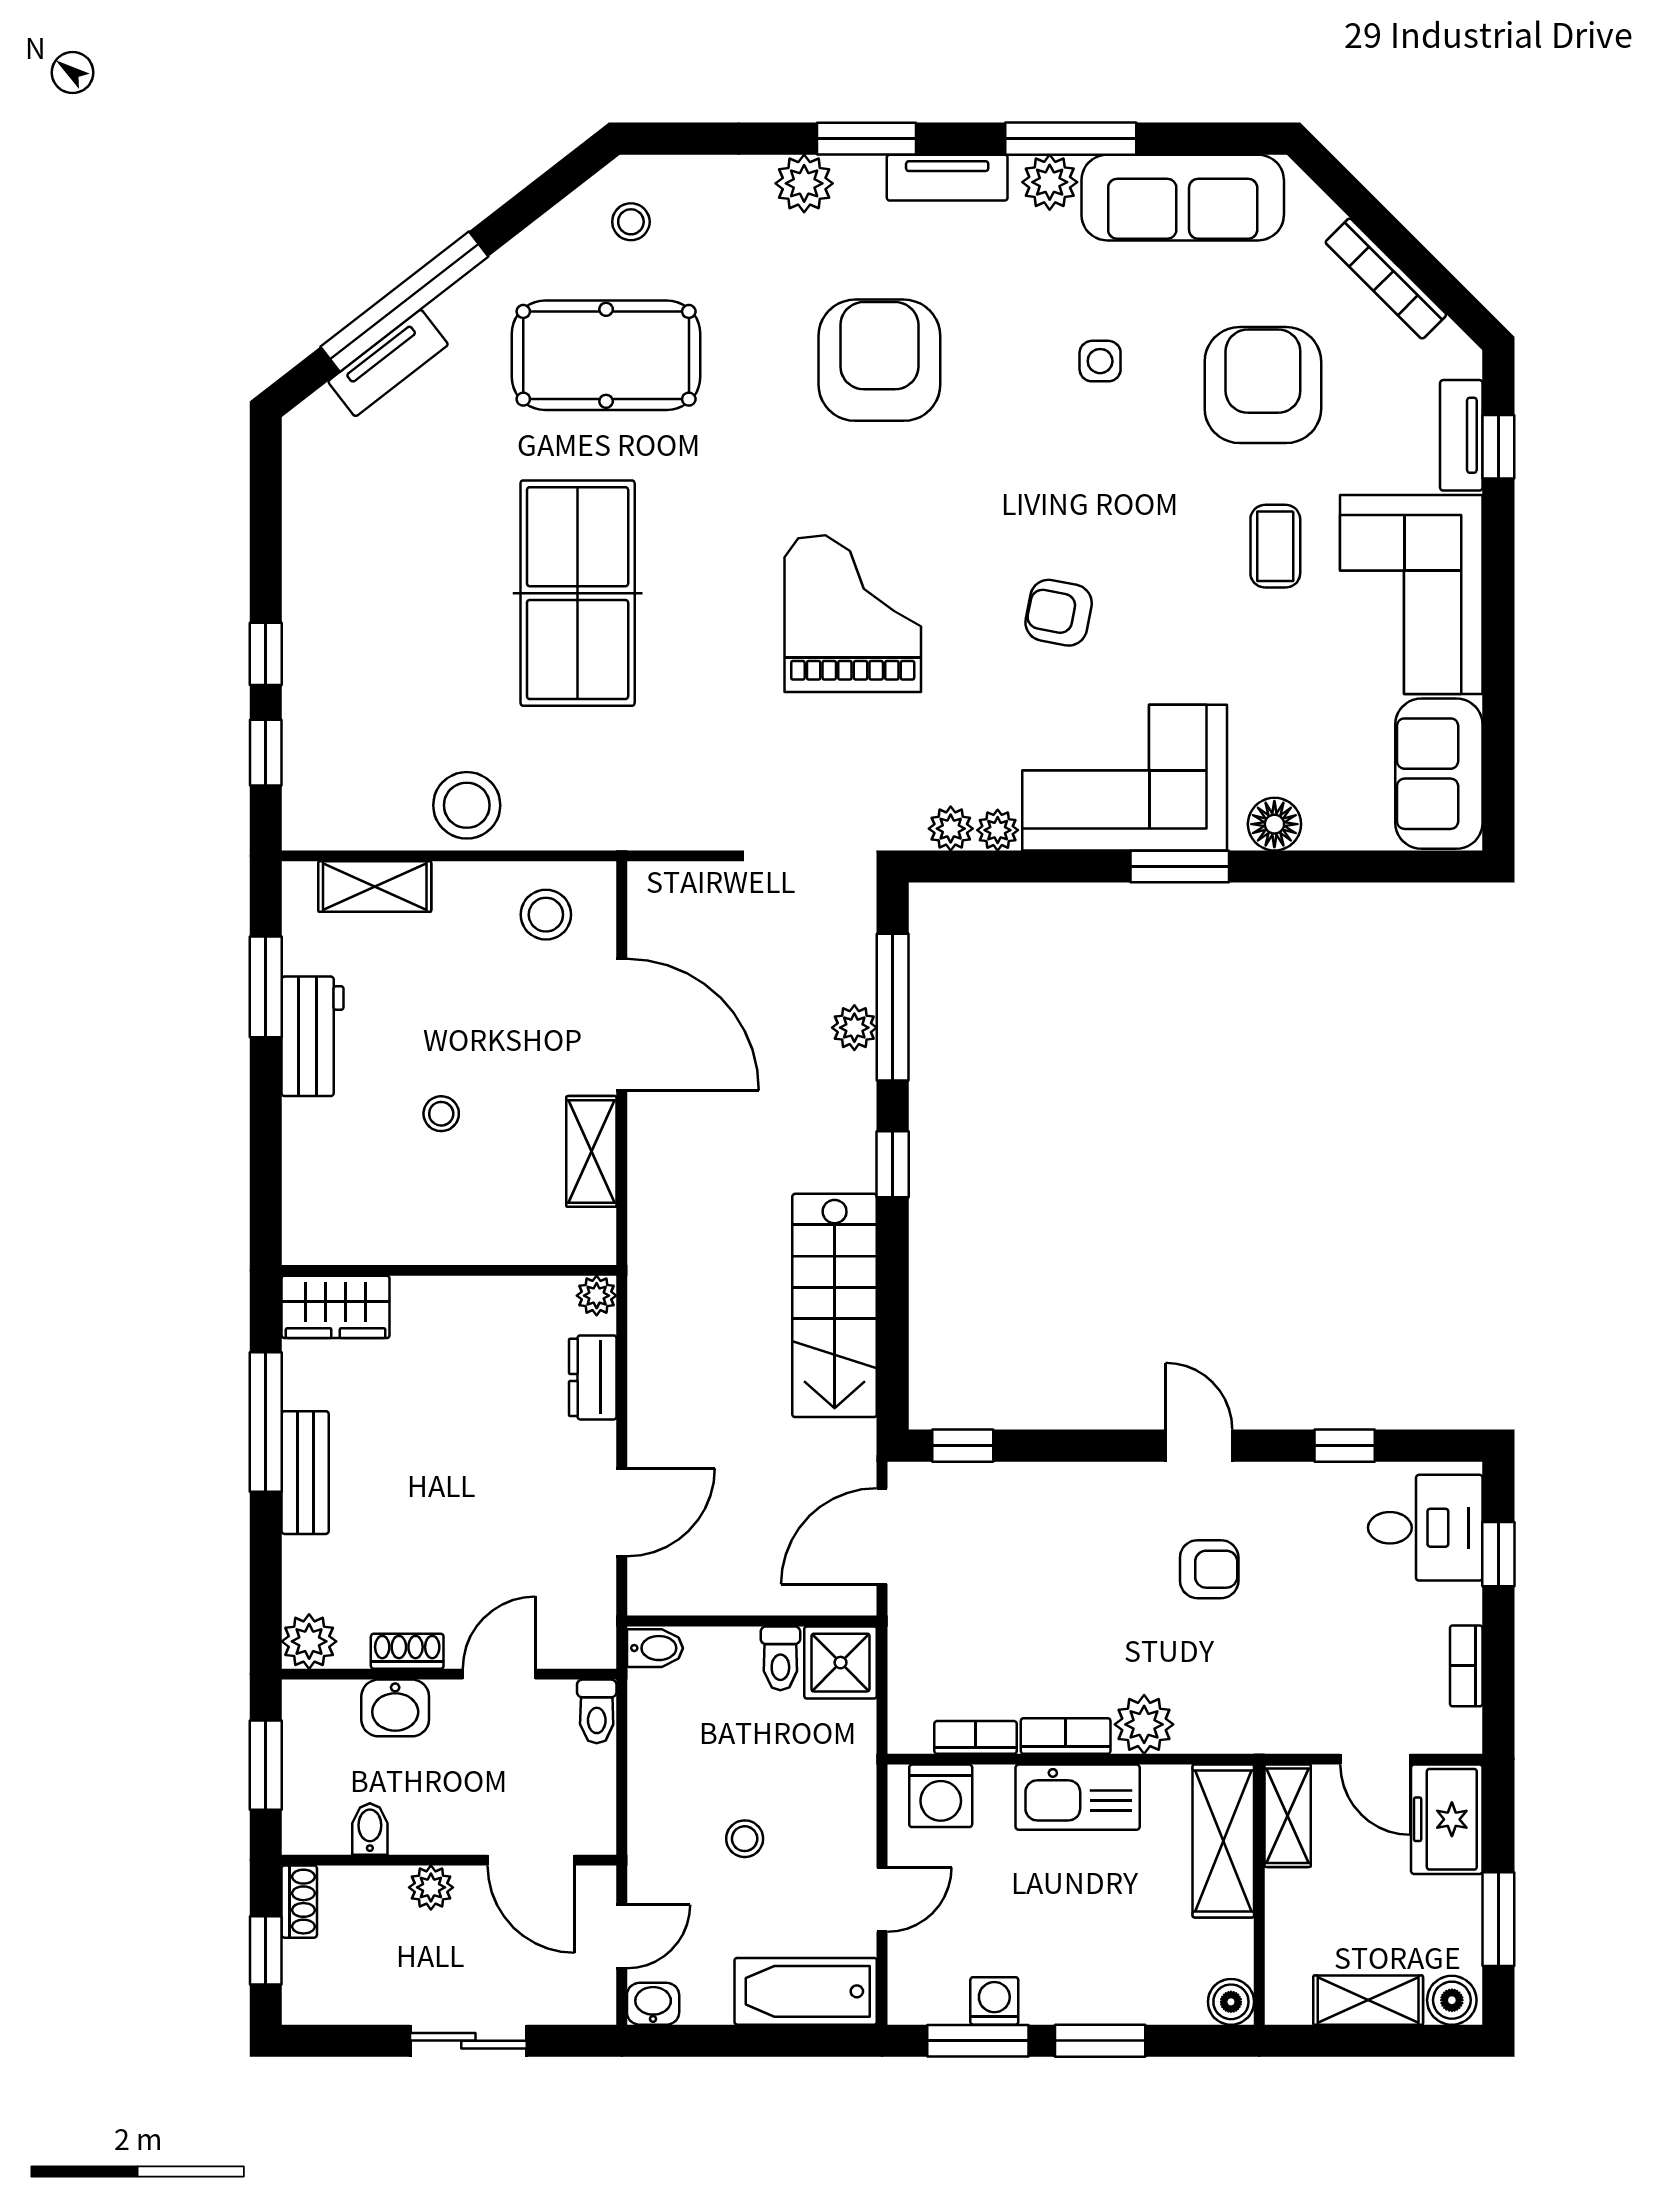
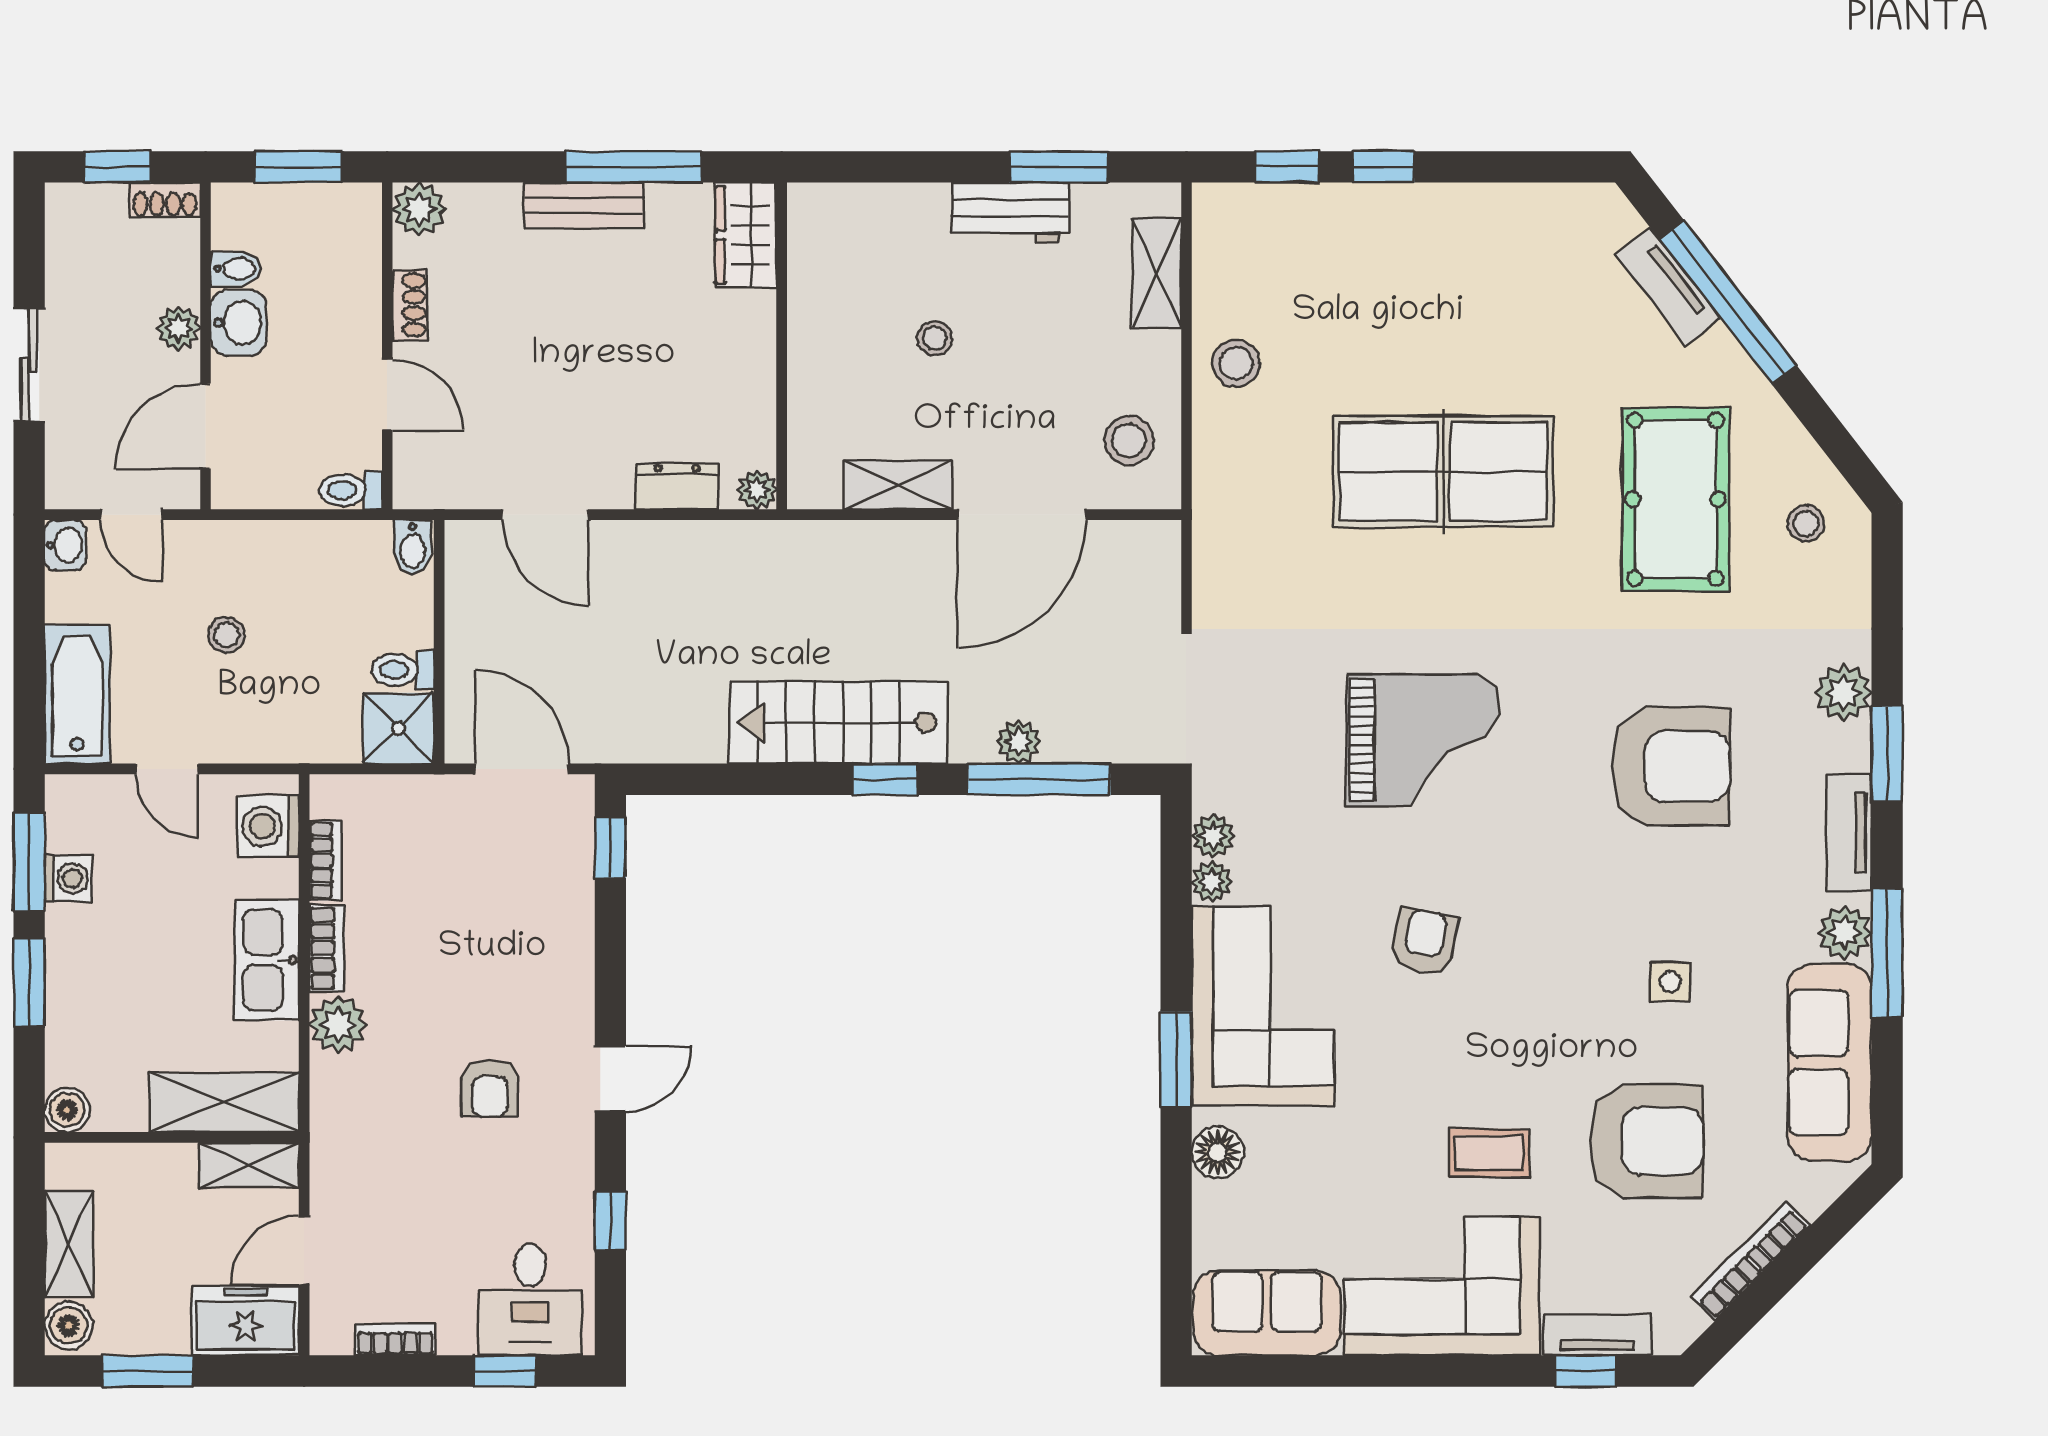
stool: (467, 805) -> (1236, 363), width x0.73, depth x0.73
stairs: (835, 1305) -> (839, 723), moved
washbasin: (395, 1708) -> (239, 323), moved, turned 180

